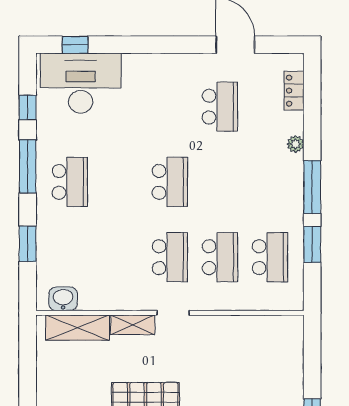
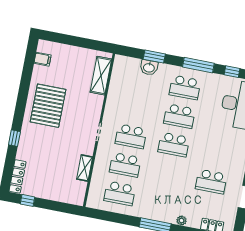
school desk: (120, 182) -> (179, 116), added
window: (312, 244) -> (122, 219), removed
washbasin: (63, 299) -> (149, 67), moved, turned 90
shelving: (133, 325) -> (85, 168), moved

